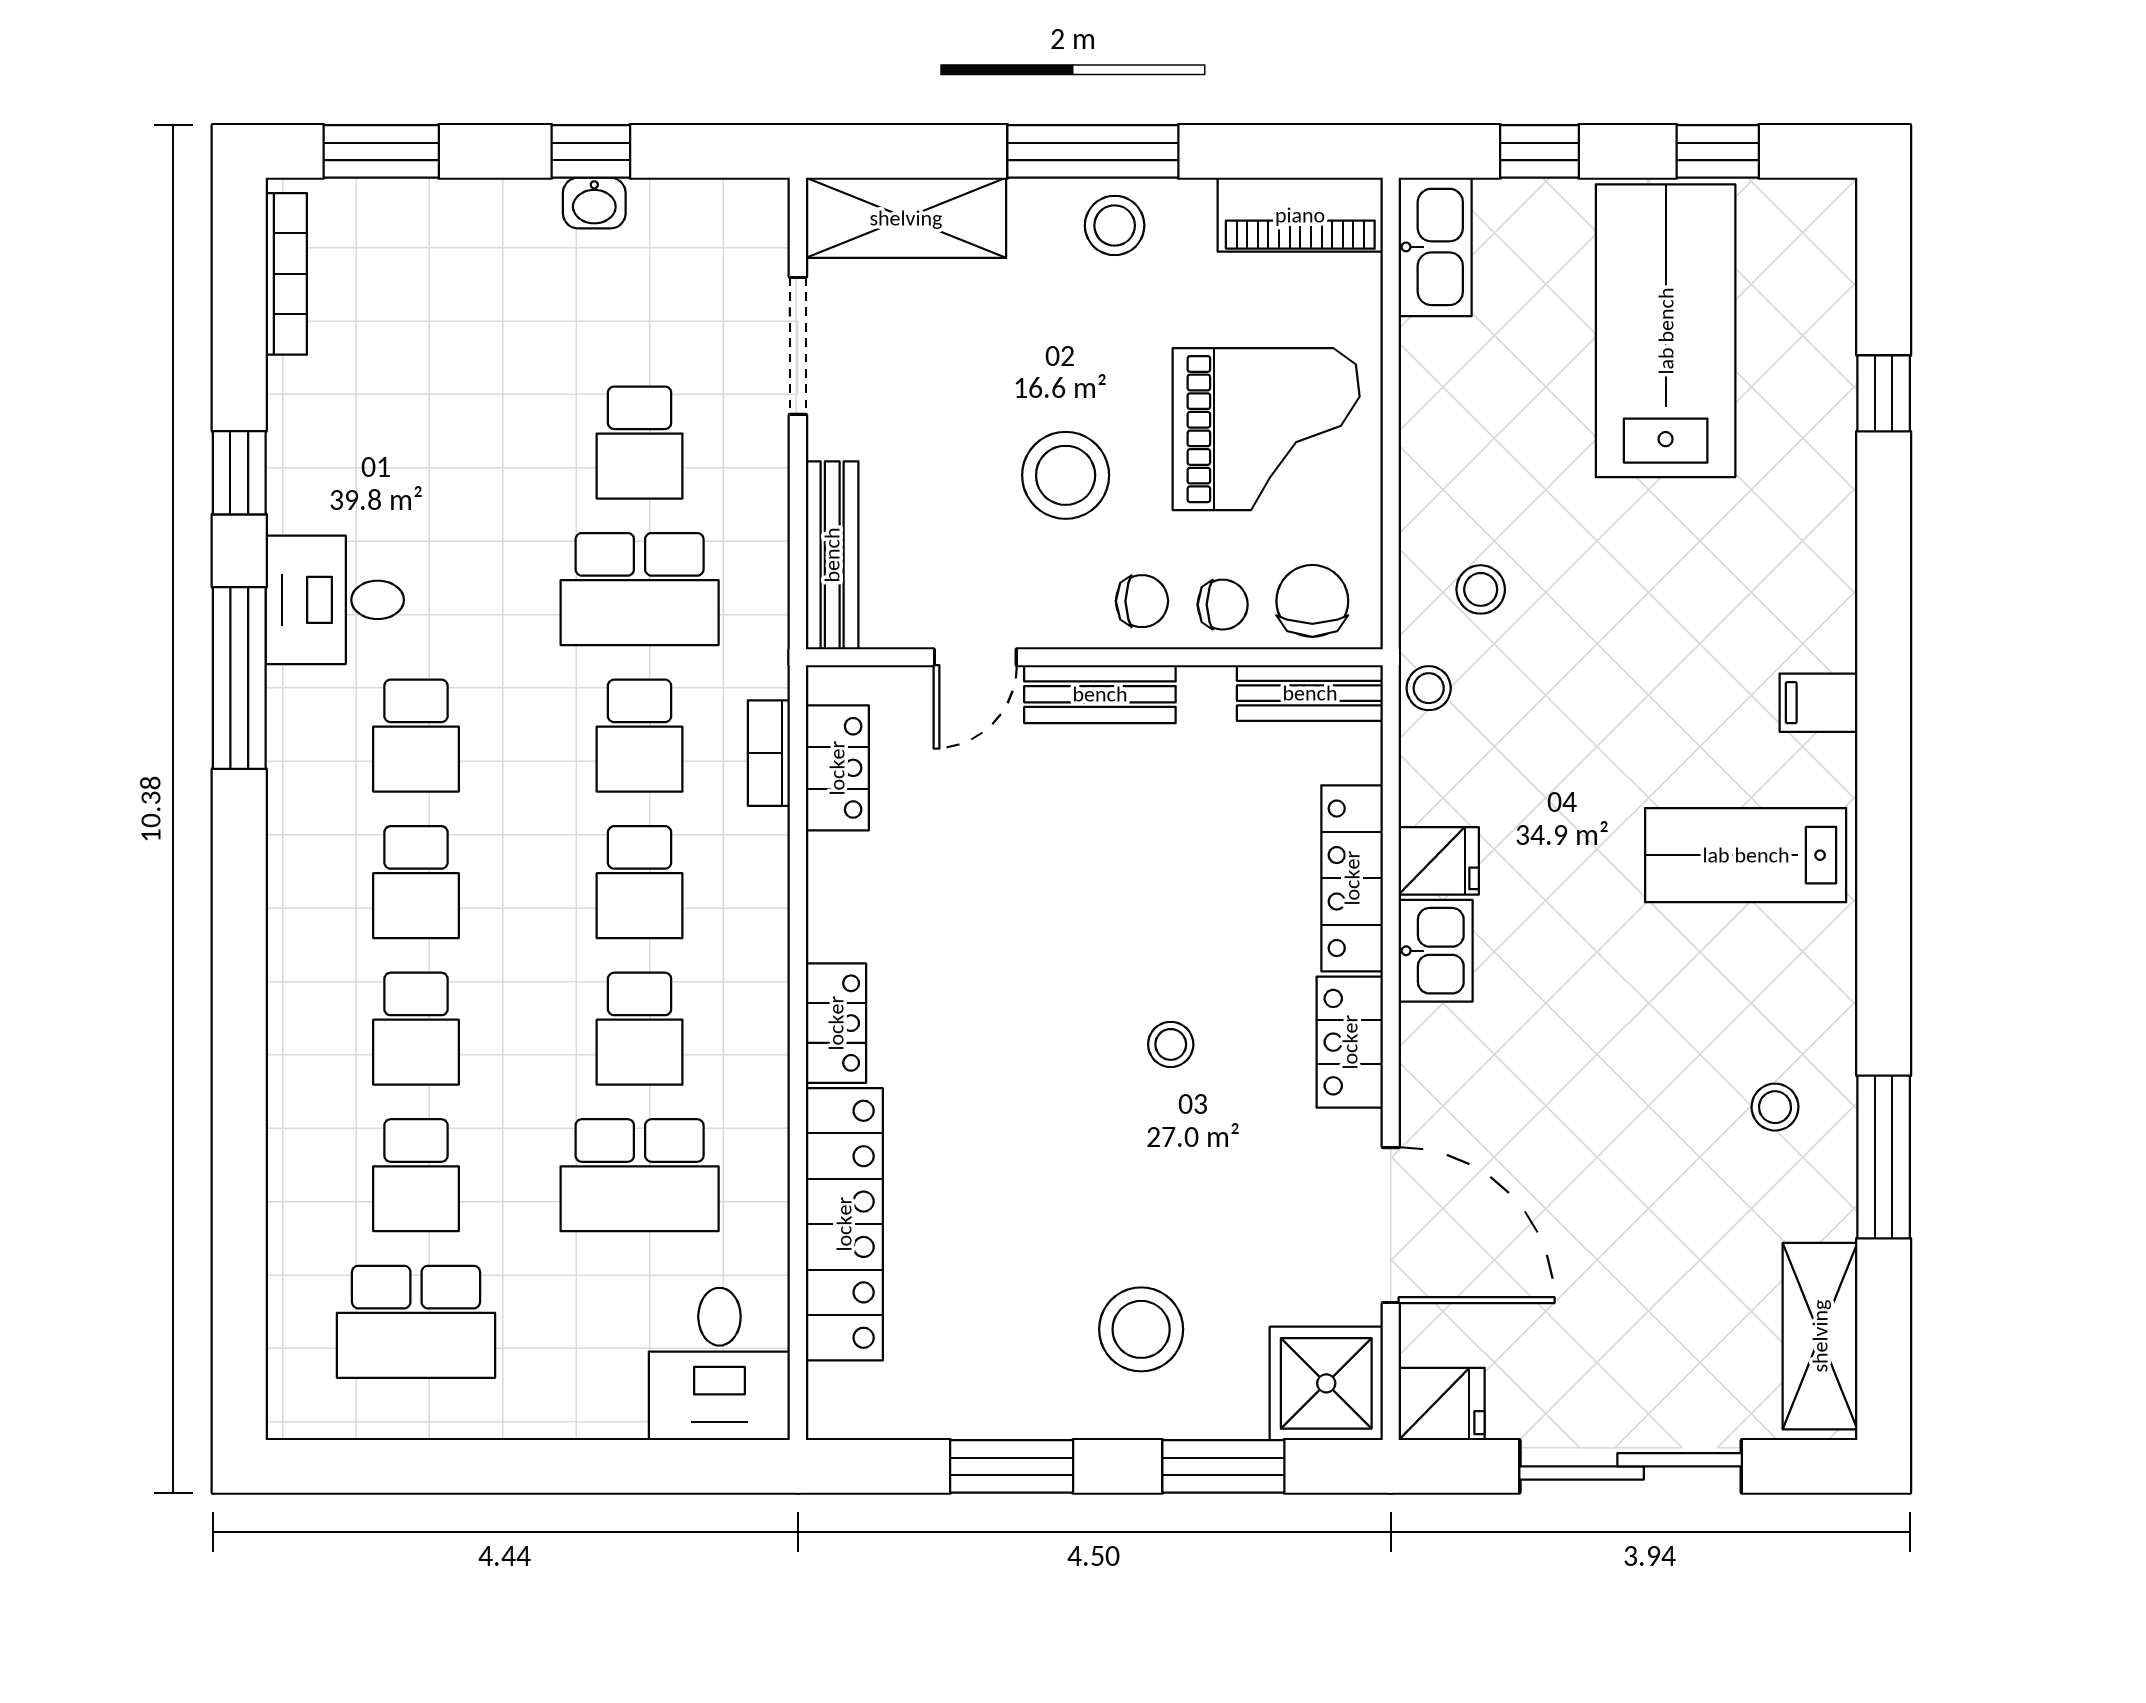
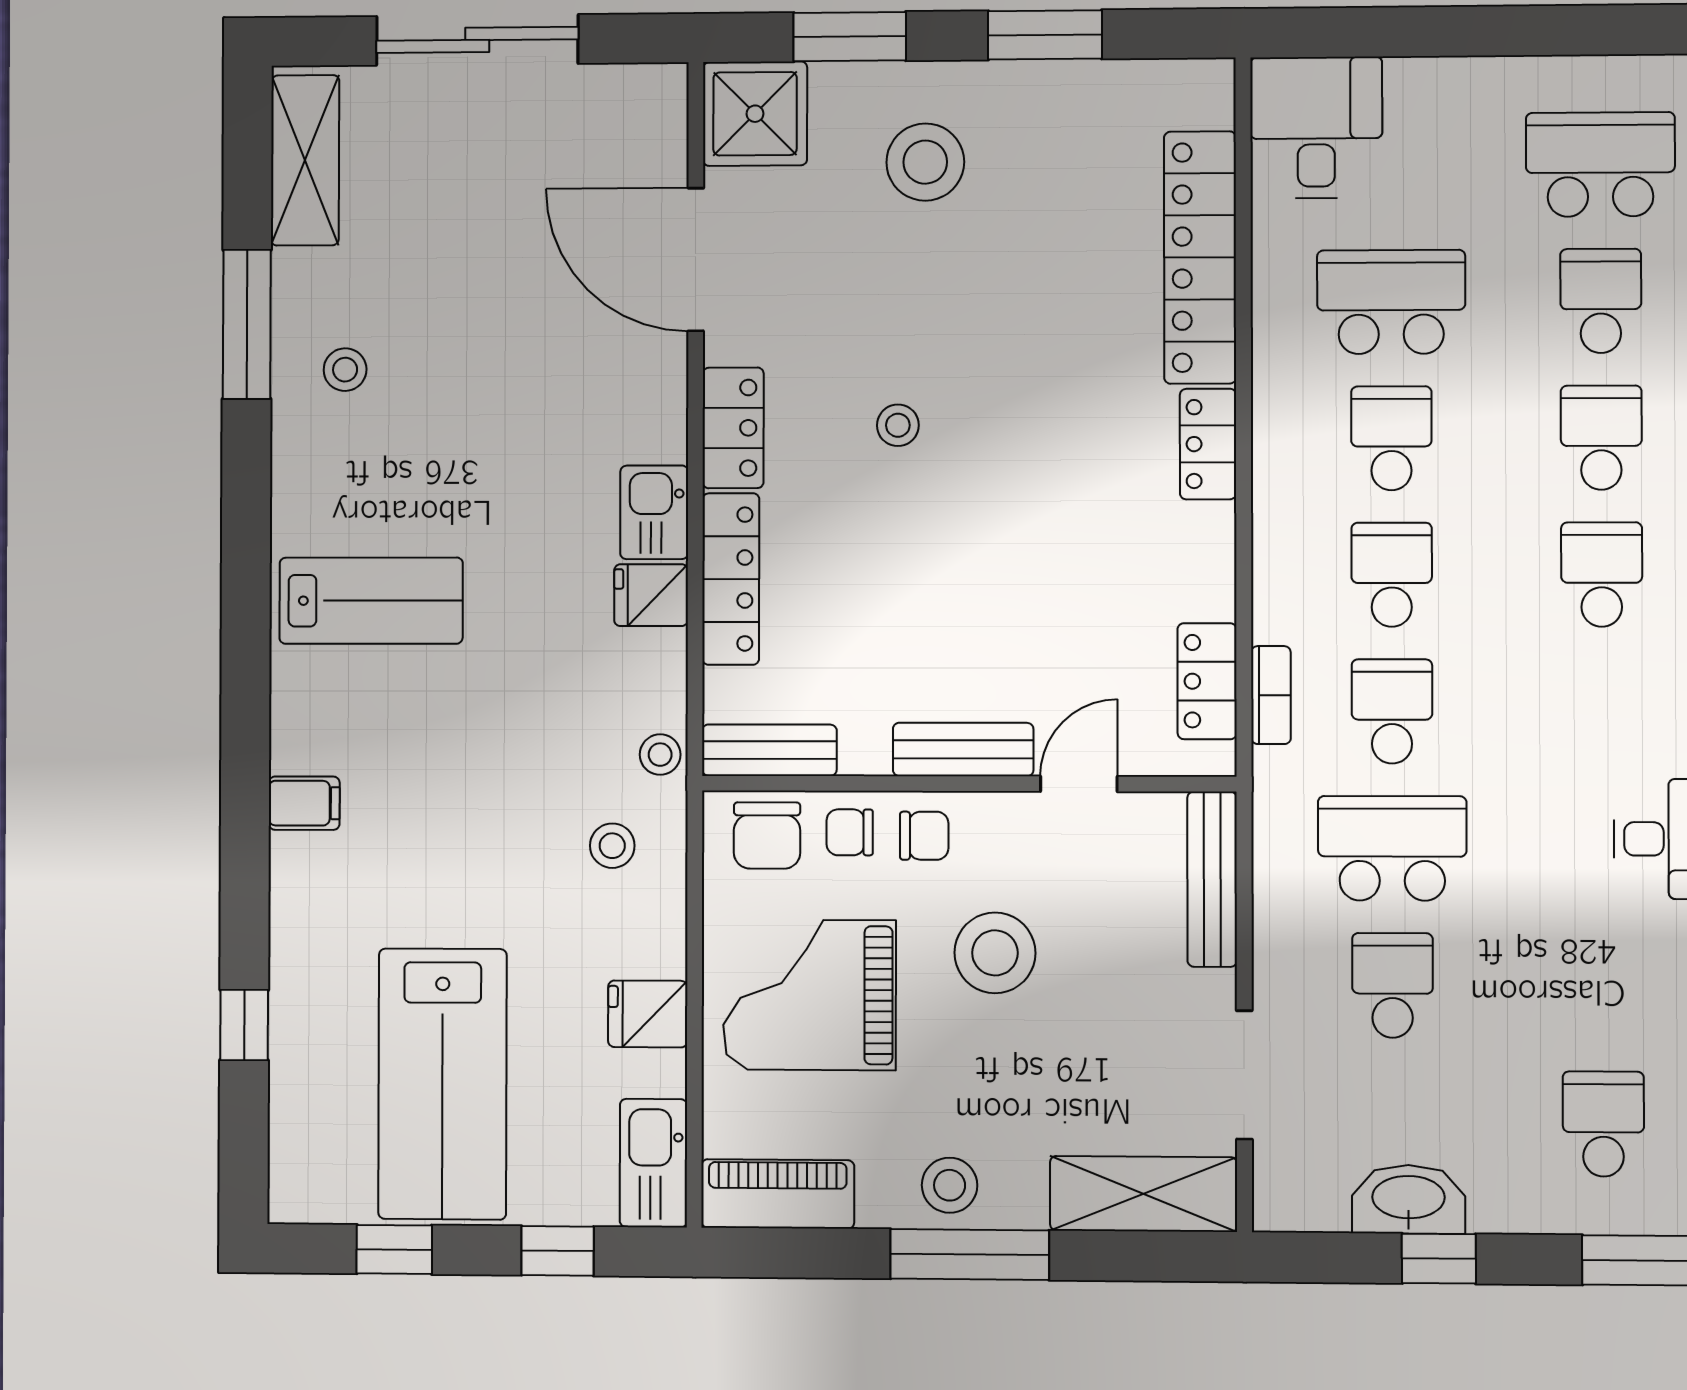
washbasin: (594, 203) -> (1409, 1199), width x1.91, depth x1.45
chair: (1142, 601) -> (924, 836), turned 180
filing cabinet: (1818, 703) -> (304, 803), moved
school desk: (416, 736) -> (1603, 1124), moved
fridge: (1442, 1404) -> (648, 1014), moved

